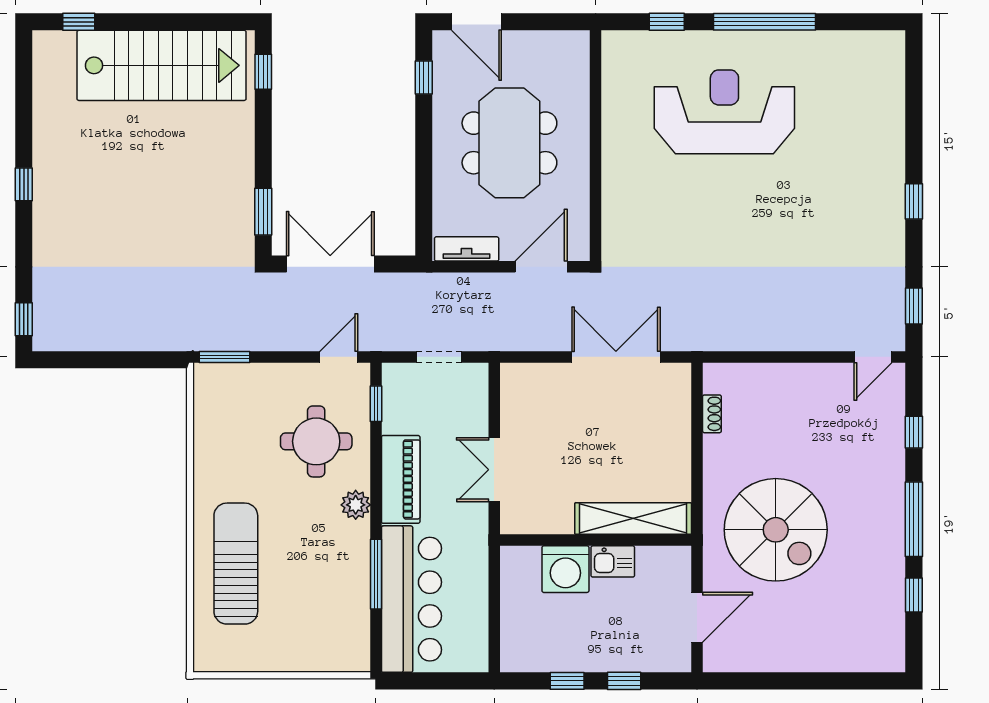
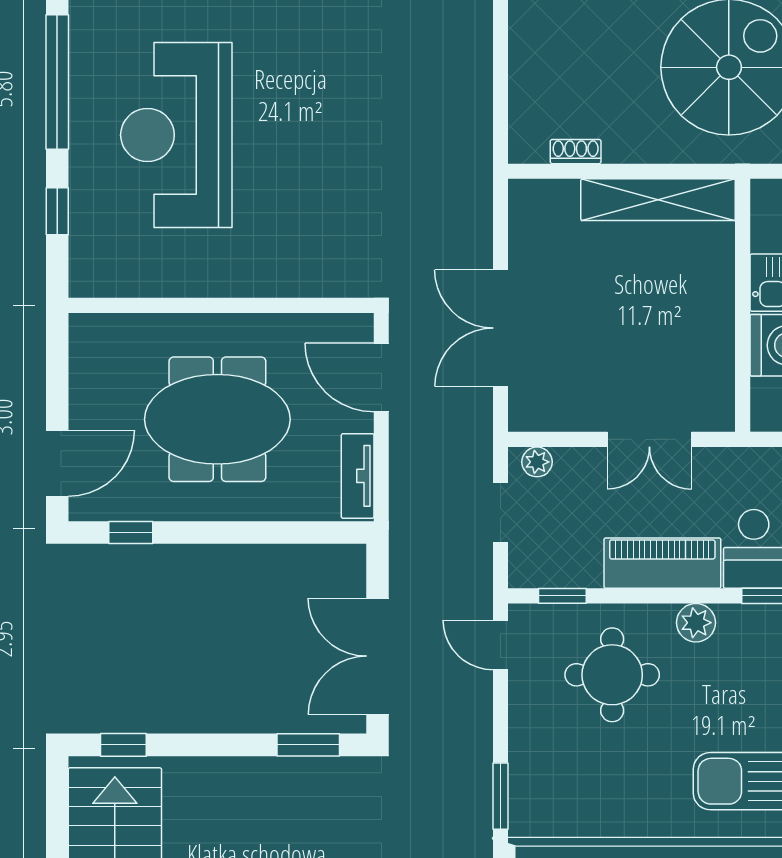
double door: (616, 357) -> (500, 328), moved
plant: (477, 385) -> (537, 462), added
shelving: (633, 519) -> (658, 200), moved, turned 90

